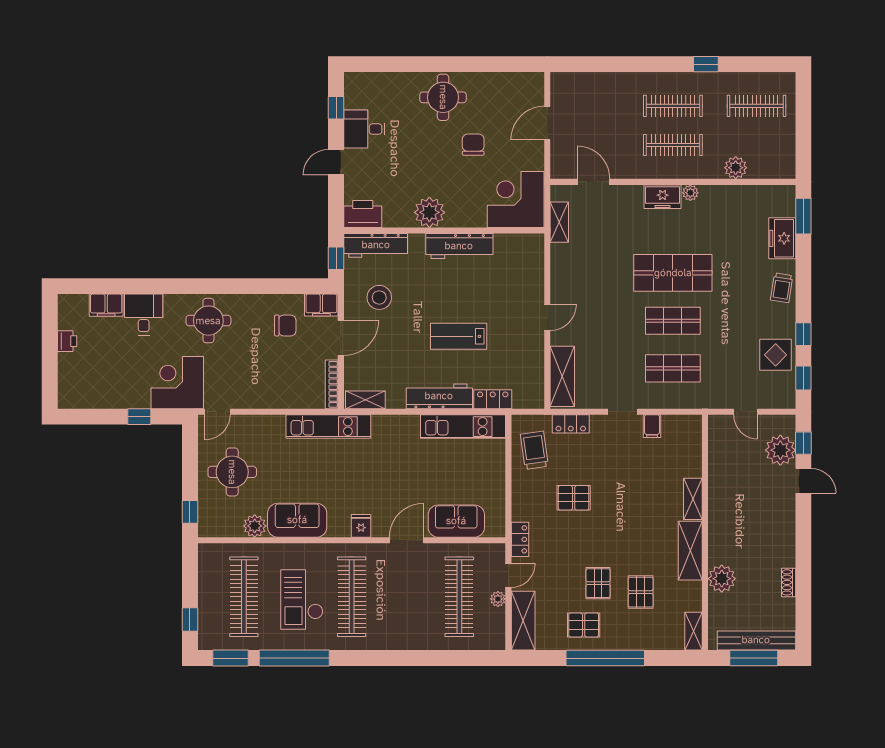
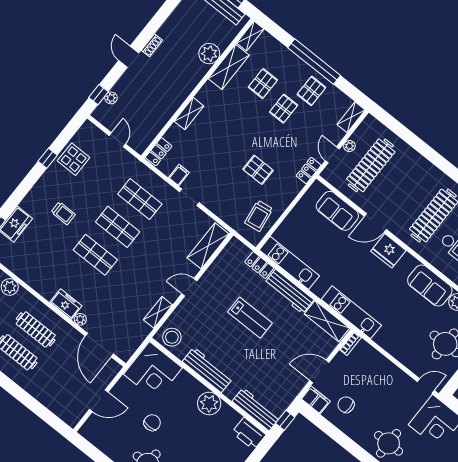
chair: (473, 145) -> (152, 423), turned 180
door: (593, 182) -> (99, 345), width x1.36
plant: (690, 193) -> (80, 319), moved
shelving: (559, 222) -> (158, 312), moved
shop shelf: (673, 273) -> (95, 255), width x0.70, depth x0.74
trolley: (782, 288) -> (63, 213), moved, turned 81
stool: (379, 297) -> (172, 337), moved
window: (803, 378) -> (68, 133), removed
bookcase: (332, 384) -> (350, 344), width x0.64
shelving: (365, 400) -> (327, 321), width x1.50, depth x1.33
locker: (571, 424) -> (159, 152), moved, turned 90
kitchen unit: (328, 427) -> (351, 312), moved
plant: (780, 450) -> (111, 98), width x0.53, depth x0.53
door: (803, 481) -> (129, 57), moved
fridge: (361, 526) -> (388, 251), width x1.88, depth x1.34
shelving: (690, 551) -> (229, 67), moved
door: (508, 575) -> (332, 155), hinge flipped
shoe rack: (789, 582) -> (152, 45), moved
shelving: (523, 621) -> (351, 117), width x0.67, depth x0.75
pallet: (584, 625) -> (311, 91), turned 90

